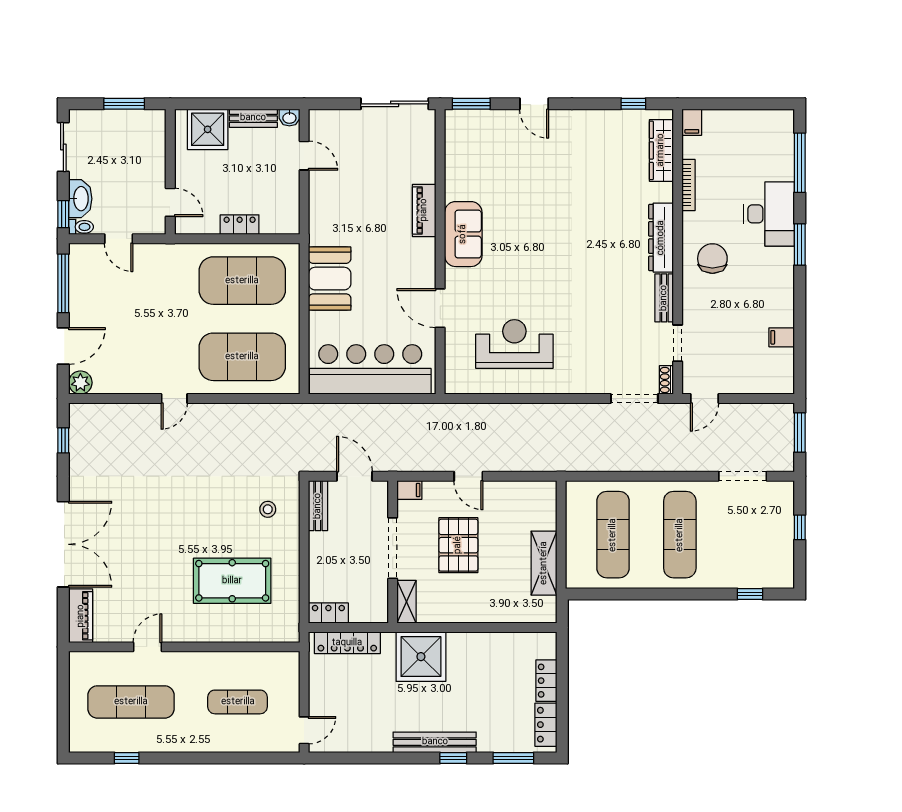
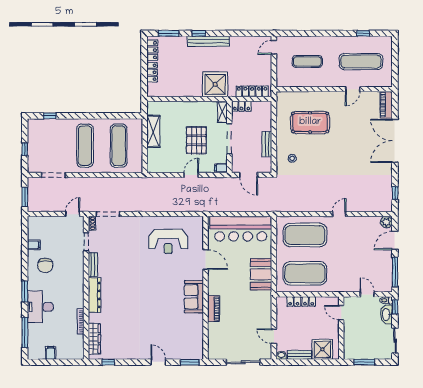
sliding door: (395, 104) -> (243, 362), moved
filing cabinet: (692, 122) -> (51, 353), moved
locker: (240, 225) -> (301, 301), width x1.53
chair: (712, 259) -> (45, 265), moved
door: (468, 476) -> (191, 175), hinge flipped
bench: (318, 506) -> (267, 144), moved
locker: (328, 613) -> (242, 106), moved

